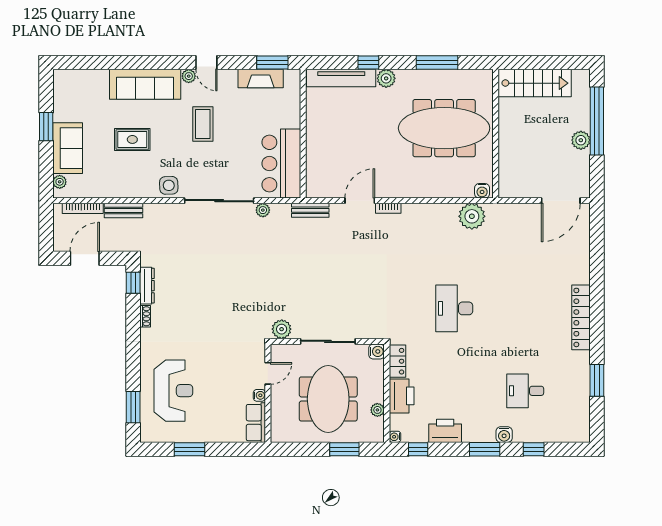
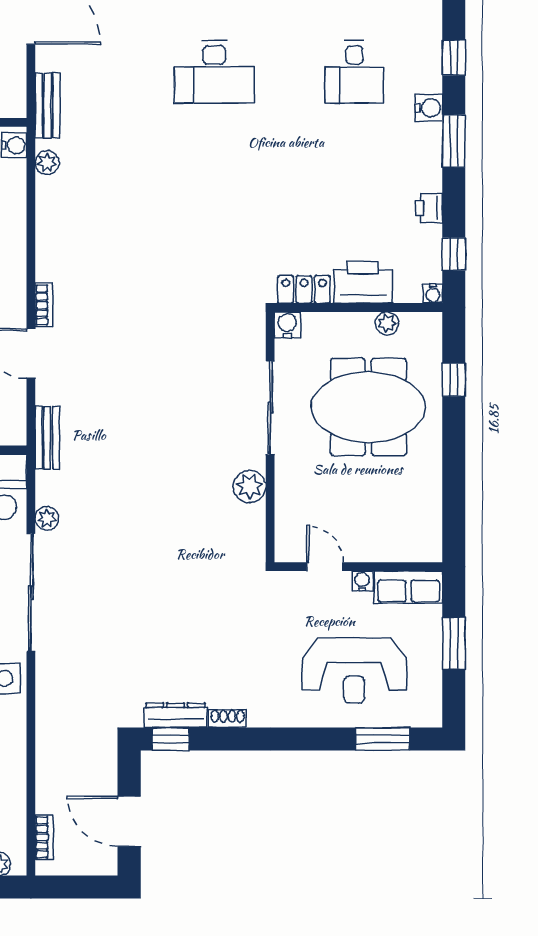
bookcase: (83, 208) -> (44, 837), width x0.64
bench: (124, 210) -> (48, 105), moved
plant: (472, 216) -> (47, 163), width x0.53, depth x0.53
desk: (454, 308) -> (214, 72), moved
door: (268, 373) -> (325, 567), moved
reception desk: (173, 391) -> (354, 671), turned 180
wall: (268, 393) -> (358, 567), moved
water cooler: (259, 395) -> (362, 581), moved
row of seats: (256, 423) -> (409, 587), moved
printer: (445, 431) -> (429, 208), width x0.53, depth x0.68
window: (344, 449) -> (454, 380), width x0.67

